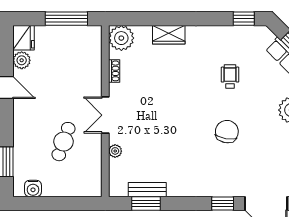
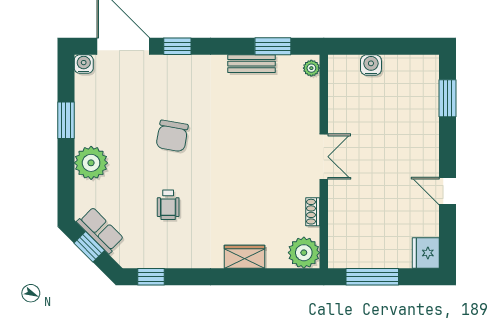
plant: (22, 60) -> (428, 225), removed
cafe table: (64, 142) -> (376, 124), removed
plant: (115, 151) -> (311, 68), moved
water cooler: (33, 188) -> (371, 65), moved
bench: (147, 190) -> (252, 64), moved

